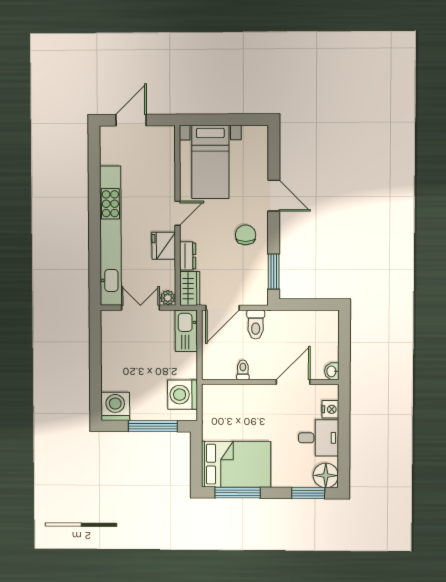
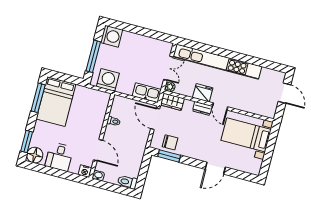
chair: (246, 235) -> (170, 142), moved
dresser: (188, 256) -> (202, 108), moved
toilet: (256, 325) -> (127, 182), moved
nightstand: (330, 409) -> (85, 171), moved

